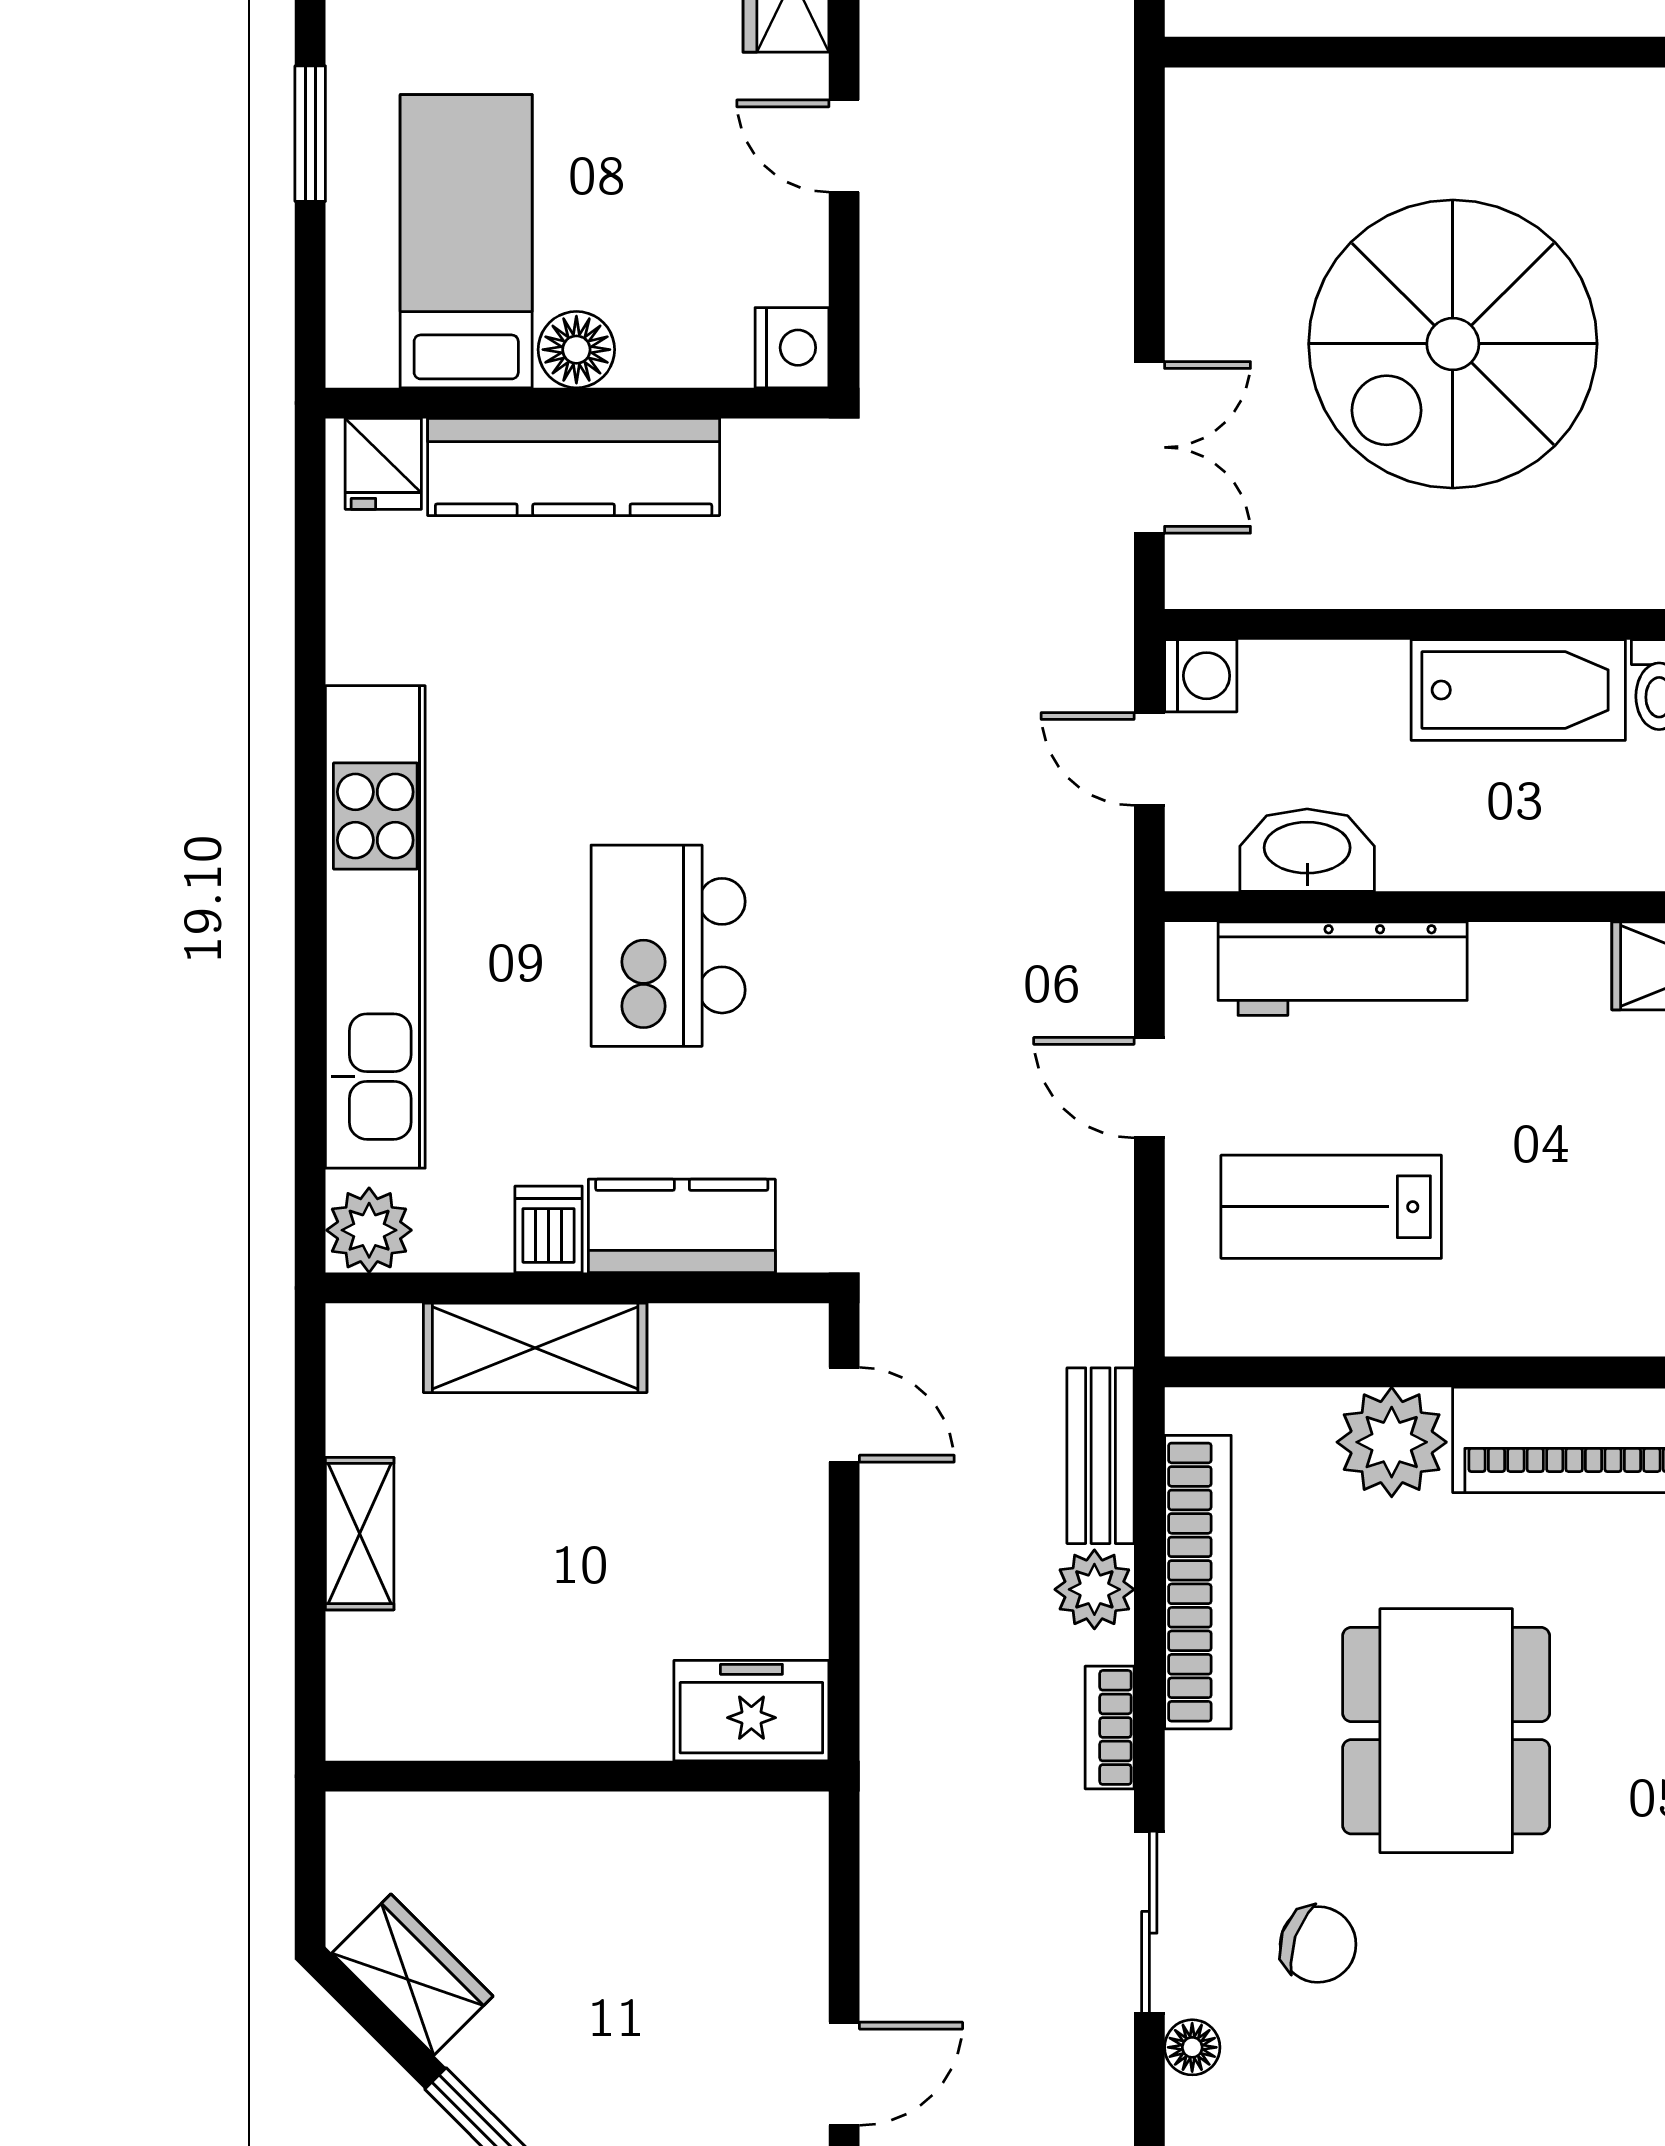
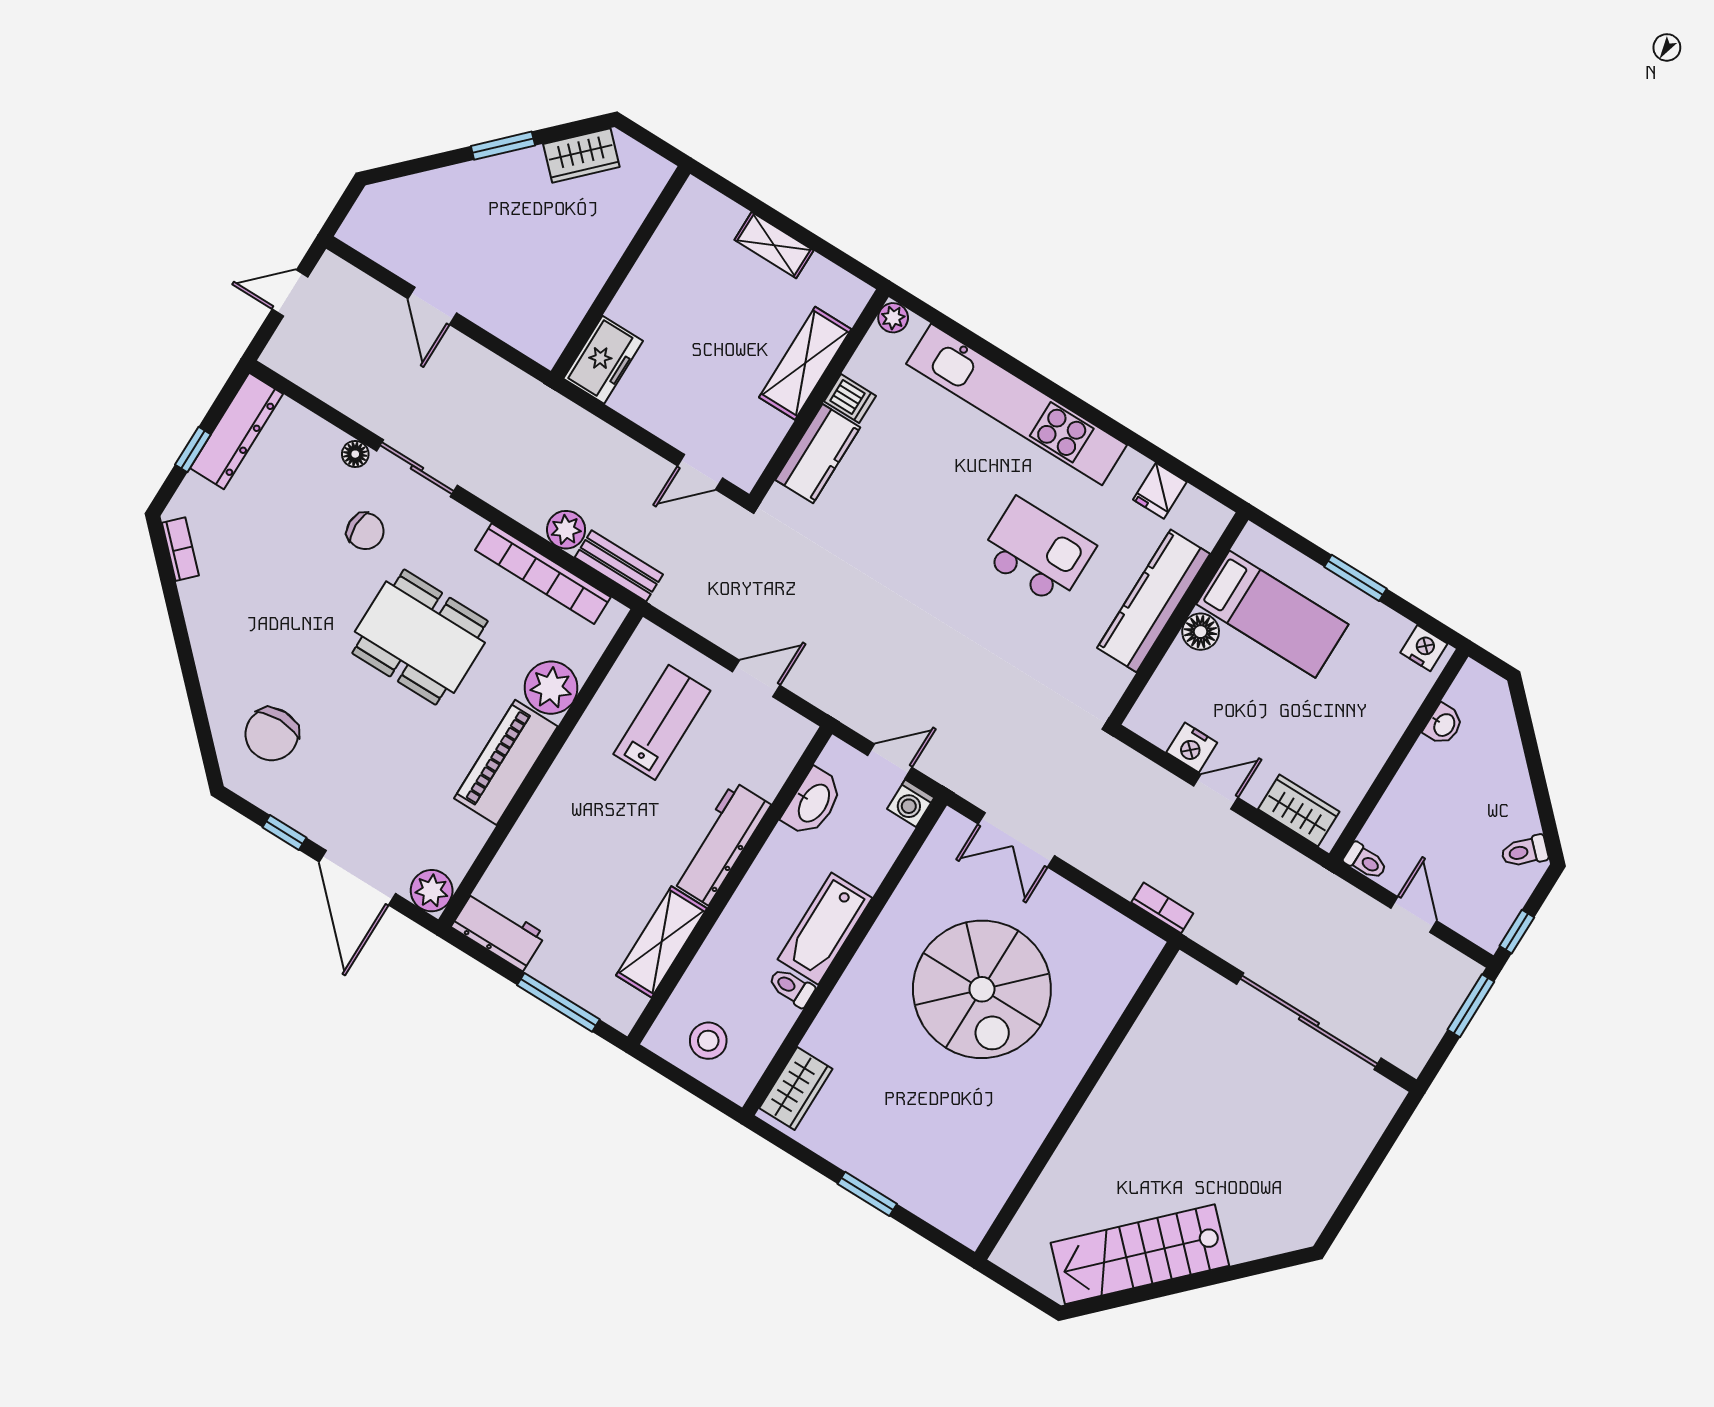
spiral stairs: (1453, 344) -> (982, 989), turned 180
nightstand: (792, 348) -> (1192, 748), moved
fridge: (383, 464) -> (1160, 491), moved, turned -90
kitchen island: (668, 946) -> (1037, 552), moved
workbench: (1343, 969) -> (721, 843), moved
plant: (369, 1230) -> (893, 318), width x0.73, depth x0.73
bookcase: (1110, 1727) -> (1162, 908), moved
chair: (1318, 1944) -> (365, 531), turned -109

